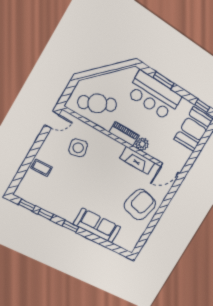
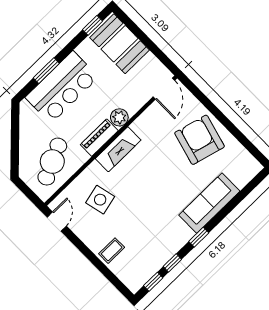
fireplace: (137, 161) -> (118, 149), moved

